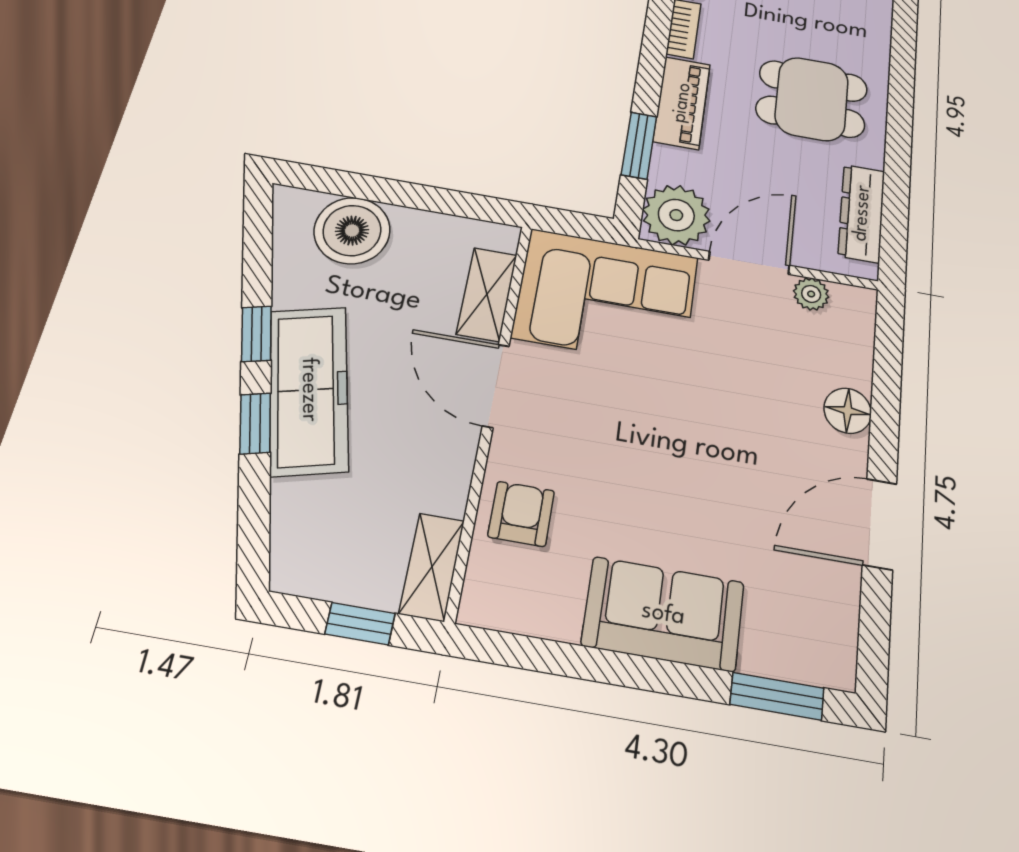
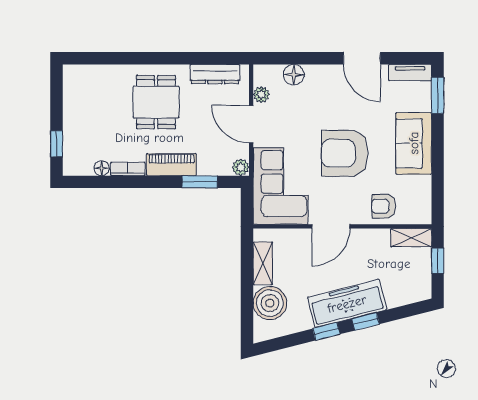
plant: (676, 215) -> (241, 167), width x0.53, depth x0.53
shelving: (487, 294) -> (263, 263), moved, turned 90
floor lamp: (848, 411) -> (294, 75), moved
armchair: (661, 446) -> (345, 153), added
tv unit: (839, 635) -> (410, 73), added

